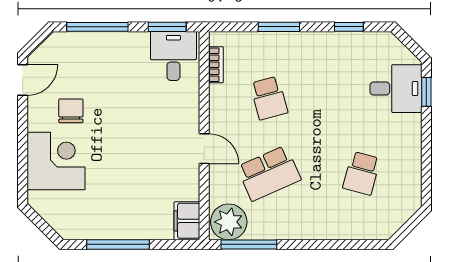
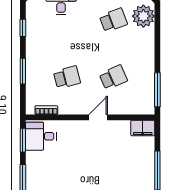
school desk: (269, 173) -> (113, 77), width x0.54
school desk: (362, 173) -> (113, 20), turned -36
plant: (229, 222) -> (143, 16), moved

